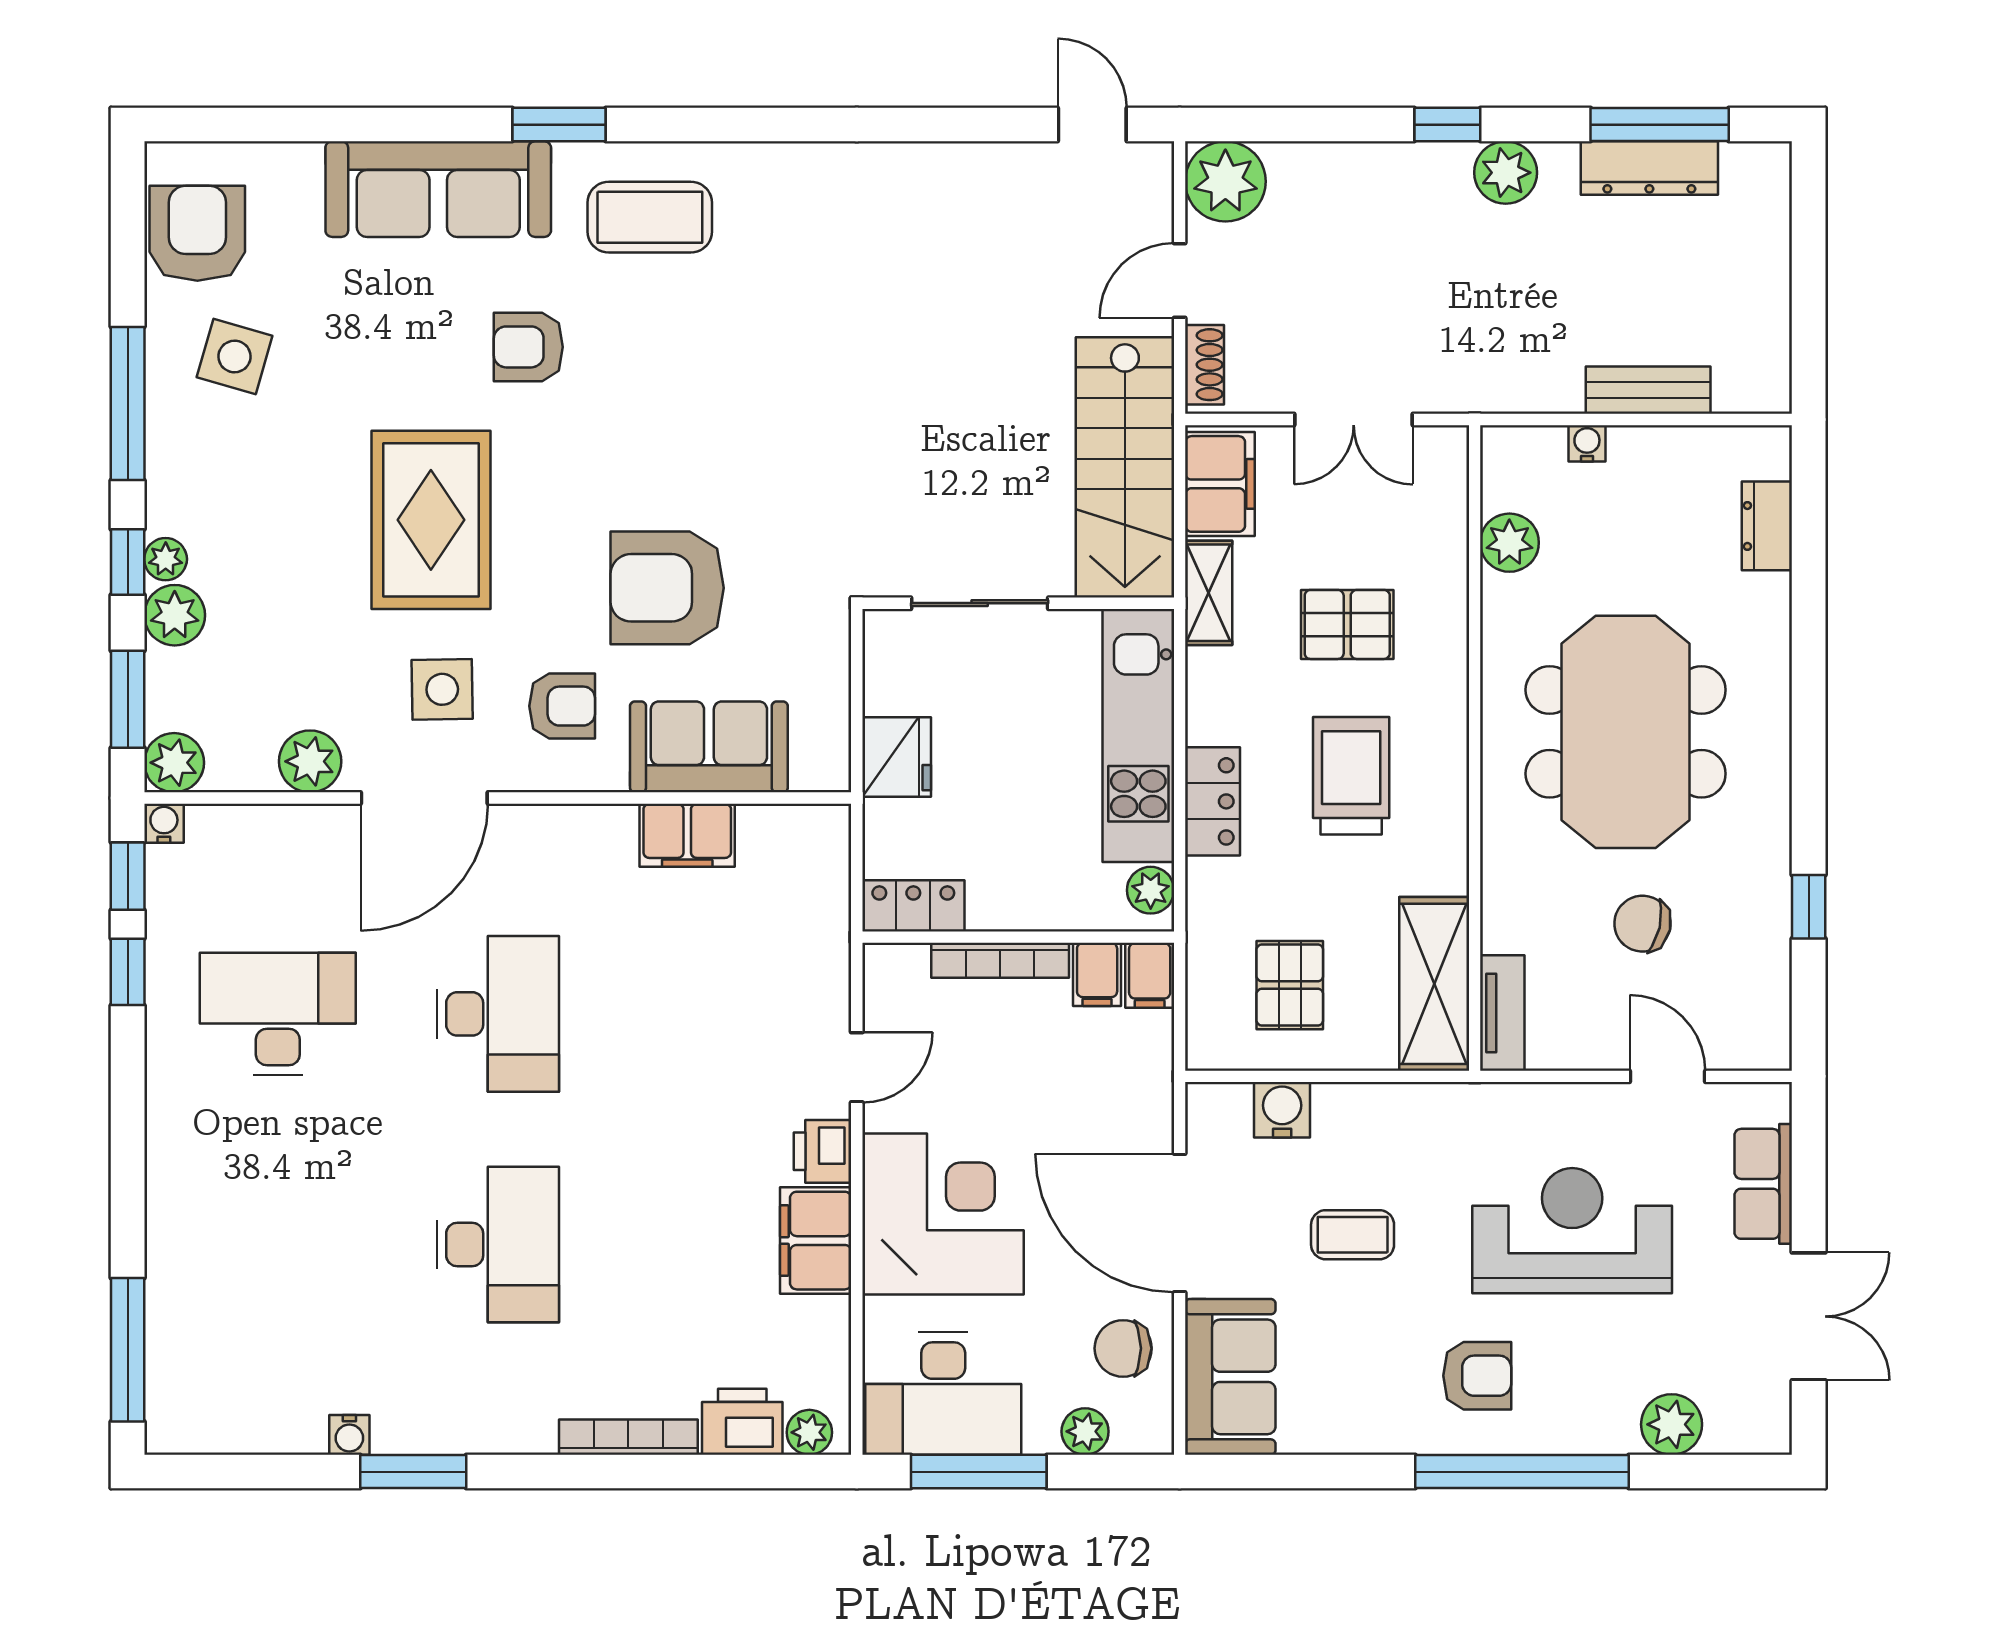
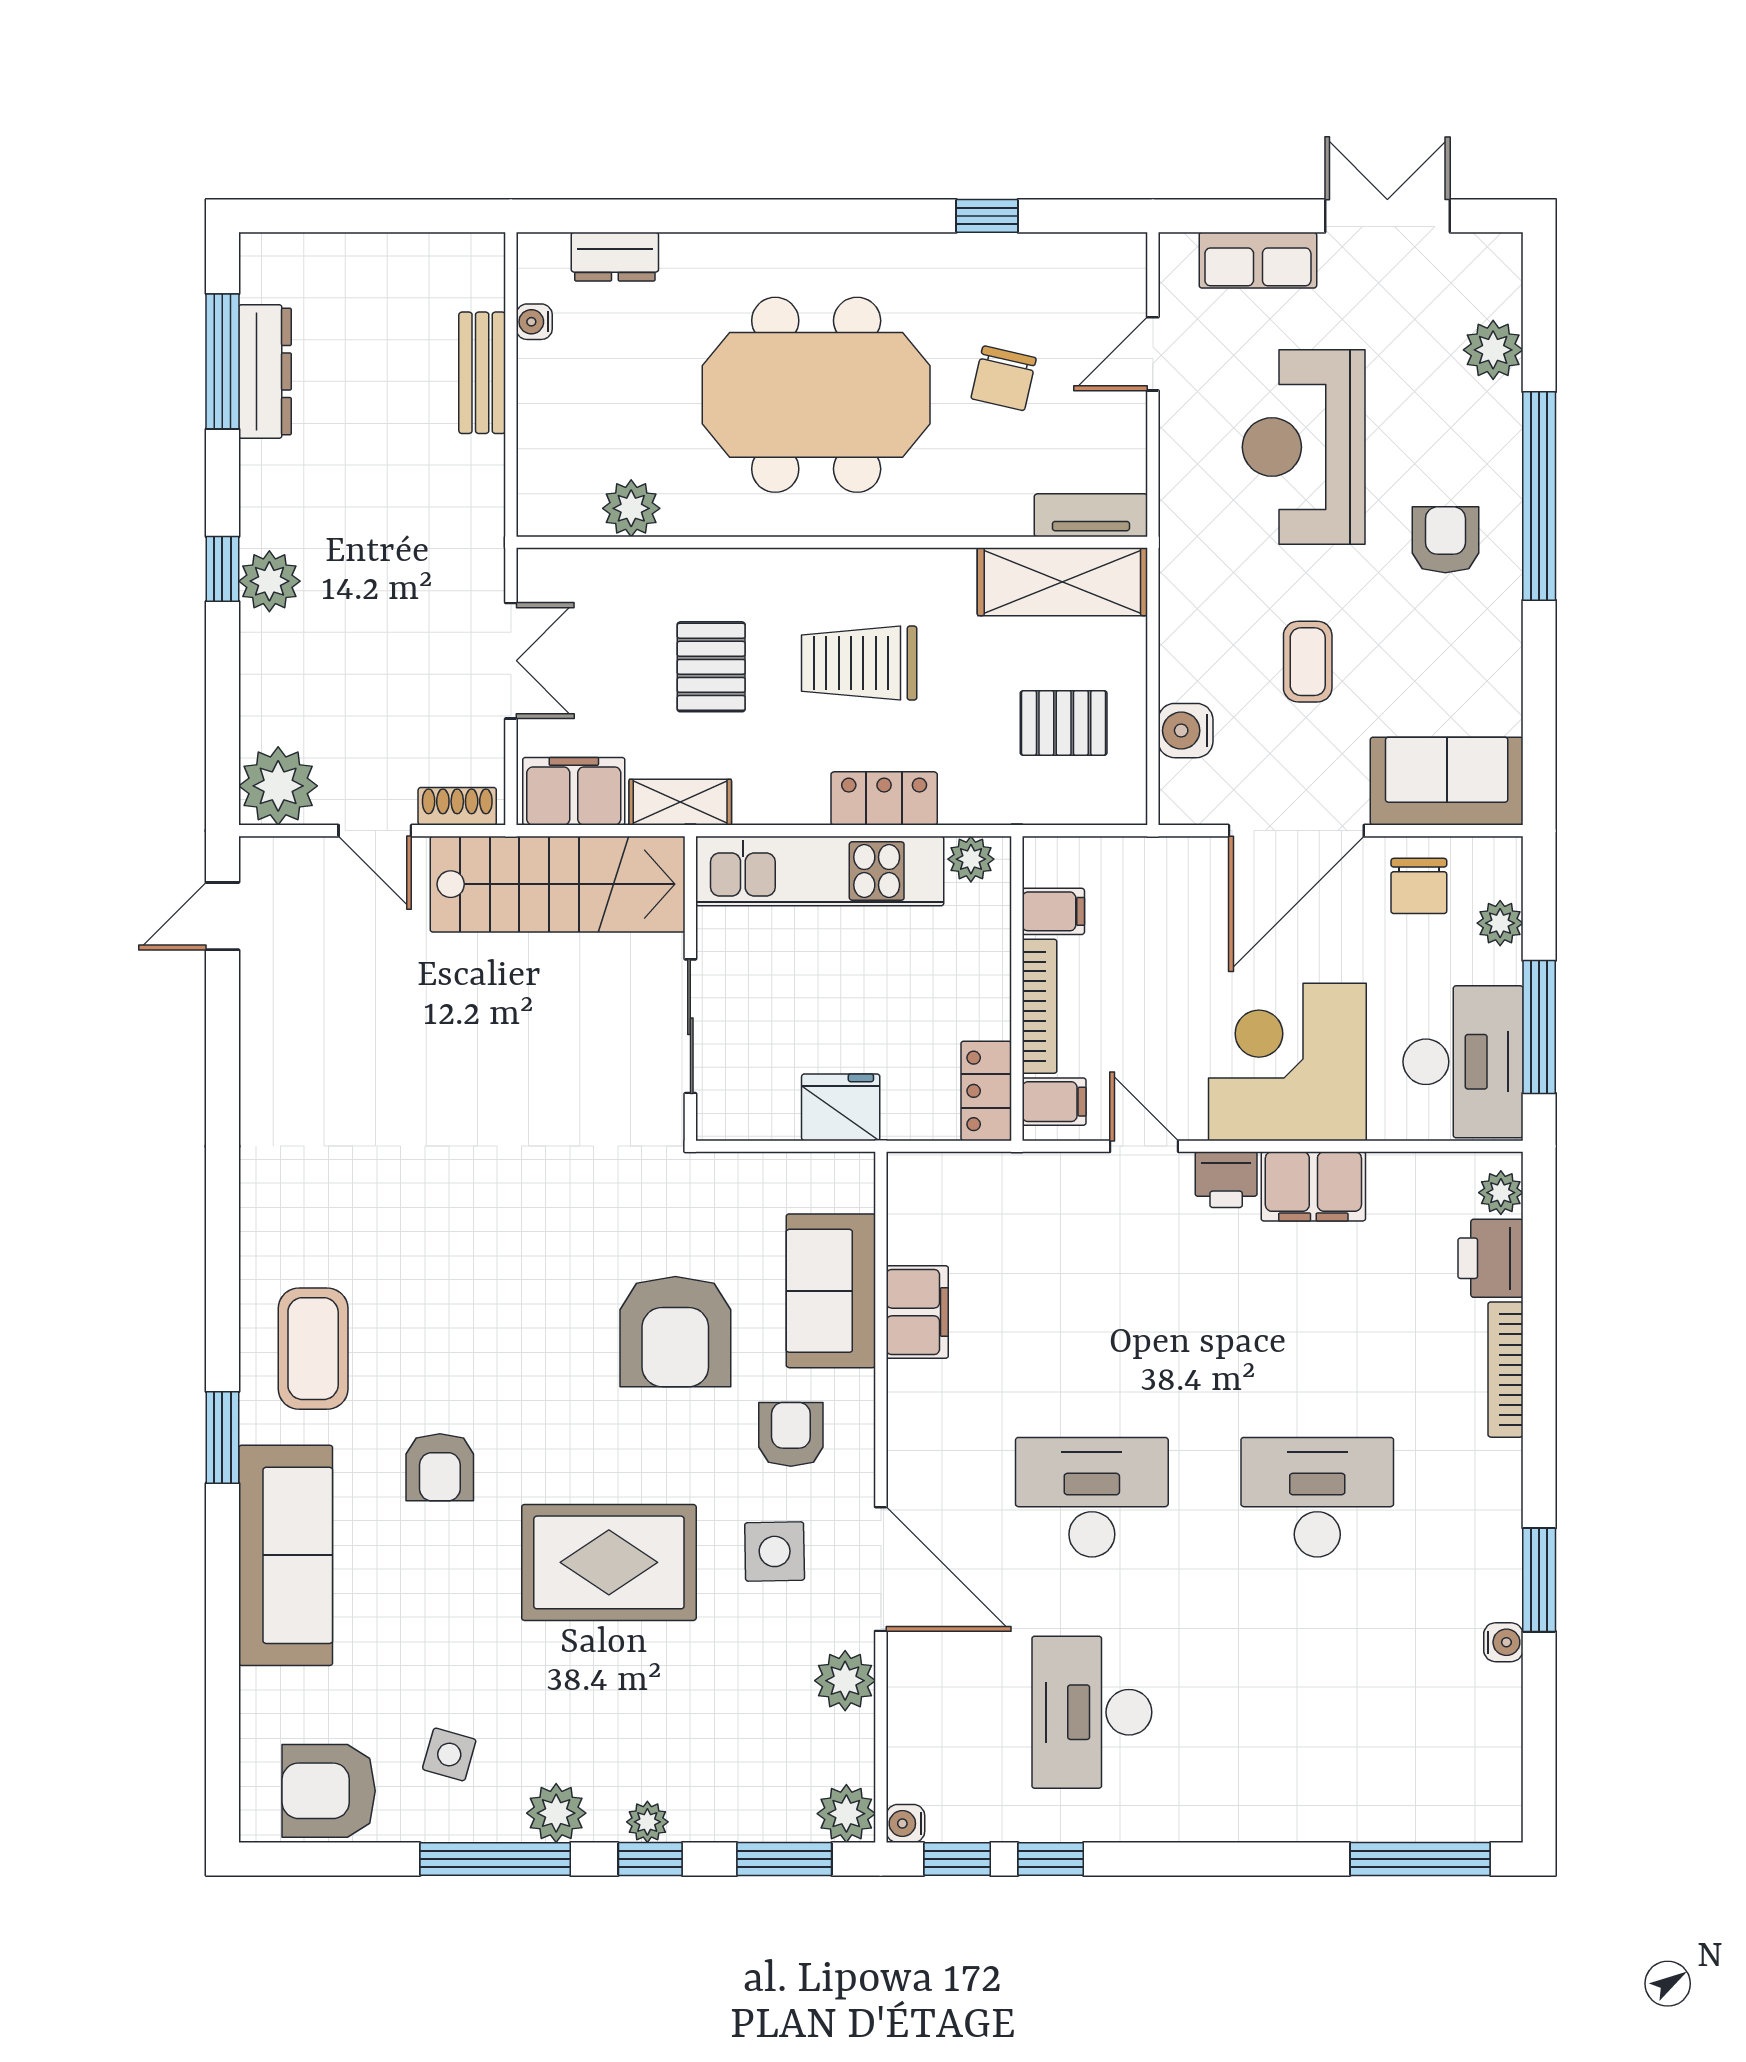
plant: (1506, 173) -> (269, 581), moved
side table: (235, 357) -> (449, 1754), width x0.73, depth x0.73
water cooler: (1587, 443) -> (534, 322), moved
plant: (175, 615) -> (556, 1813), moved
filing cabinet: (1150, 975) -> (1054, 1102), moved

